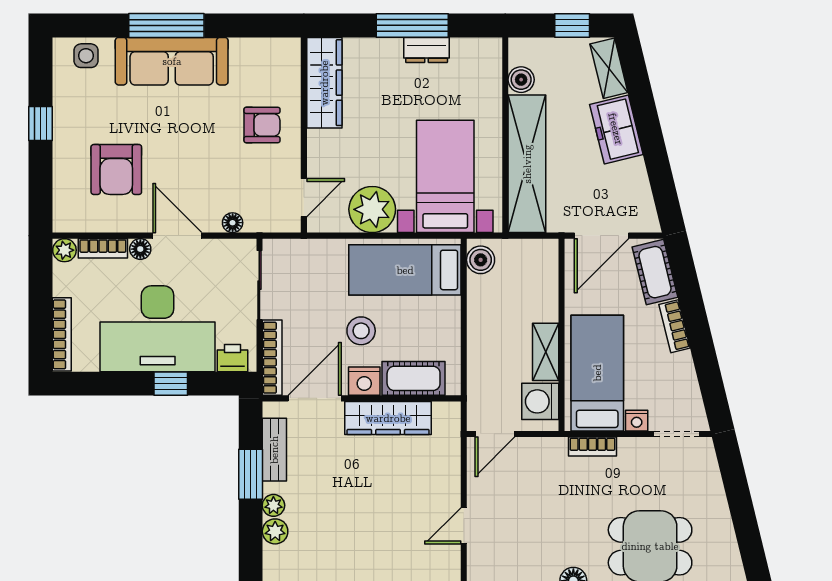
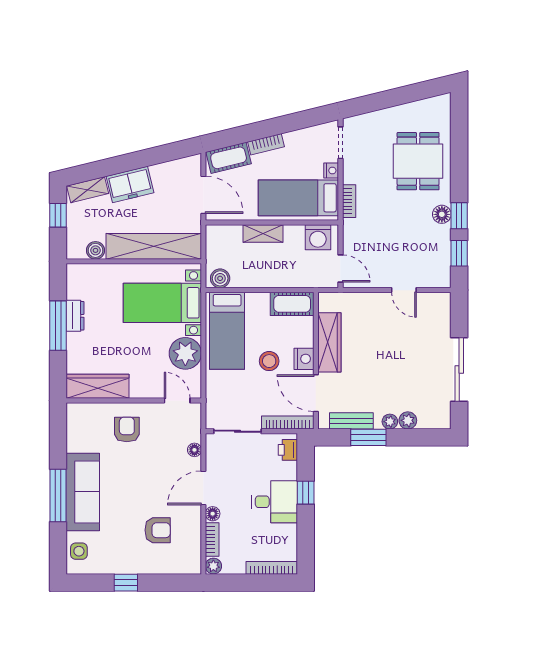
armchair: (116, 169) -> (158, 530), width x0.72, depth x0.72
desk: (158, 329) -> (275, 502), width x0.53, depth x0.77
shelving: (546, 352) -> (263, 233), moved
cot: (414, 378) -> (292, 304), moved, turned 90

